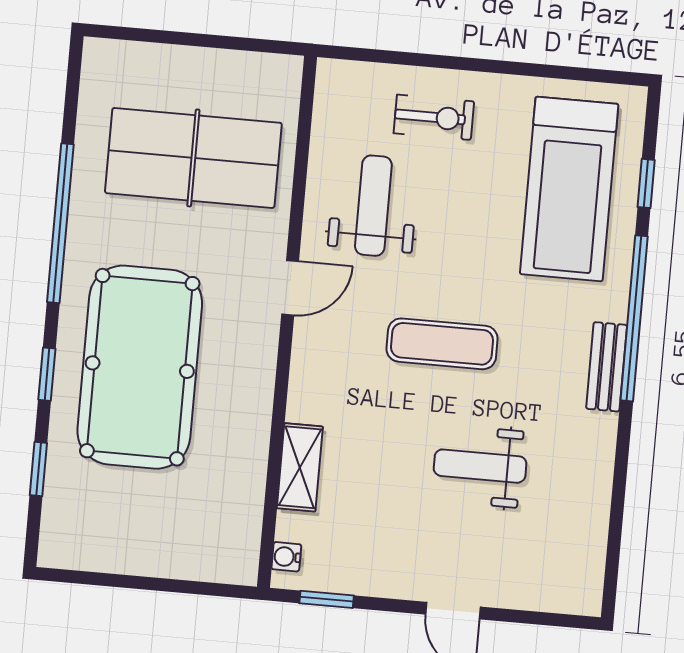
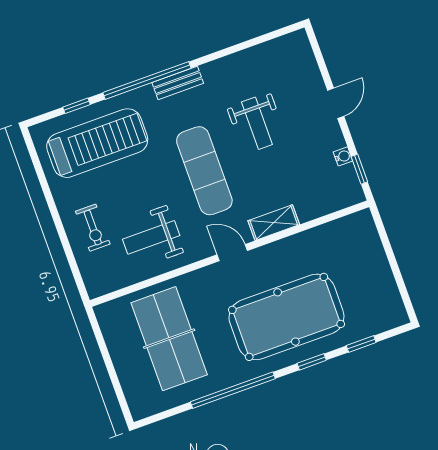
exercise bike: (434, 117) -> (93, 228), turned 180
door: (290, 288) -> (232, 253), moved
exercise mat: (442, 344) -> (204, 171), width x1.36, depth x1.45
shelving: (300, 467) -> (274, 223), moved
water cooler: (286, 557) -> (343, 156), moved, turned -90

